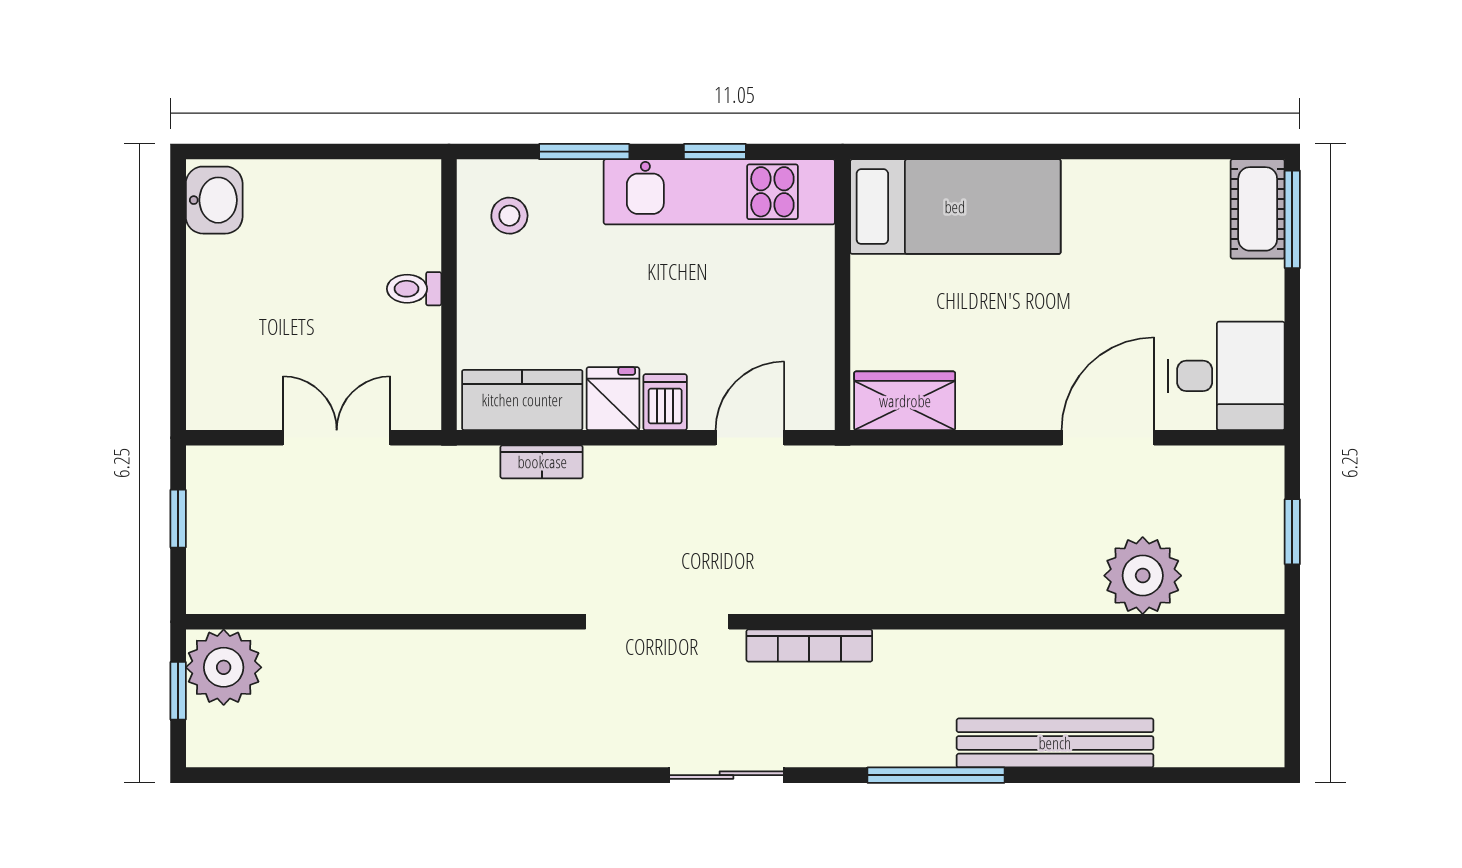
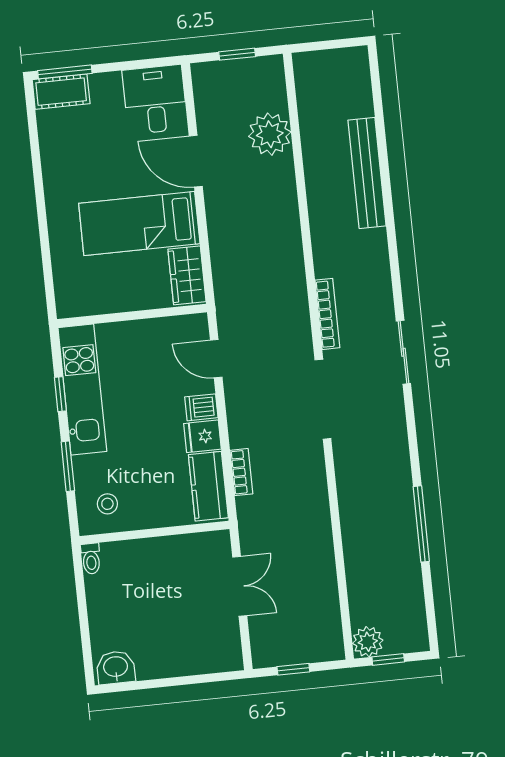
bed: (955, 207) -> (139, 223), moved, turned -90
toilet: (414, 289) -> (91, 559), moved
double door: (337, 438) -> (240, 586), swing flipped
plant: (224, 667) -> (368, 642), width x0.73, depth x0.73
window: (936, 775) -> (421, 524), moved

